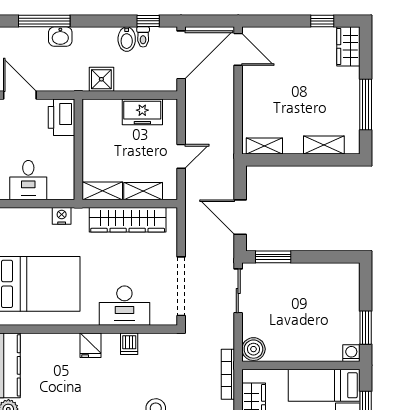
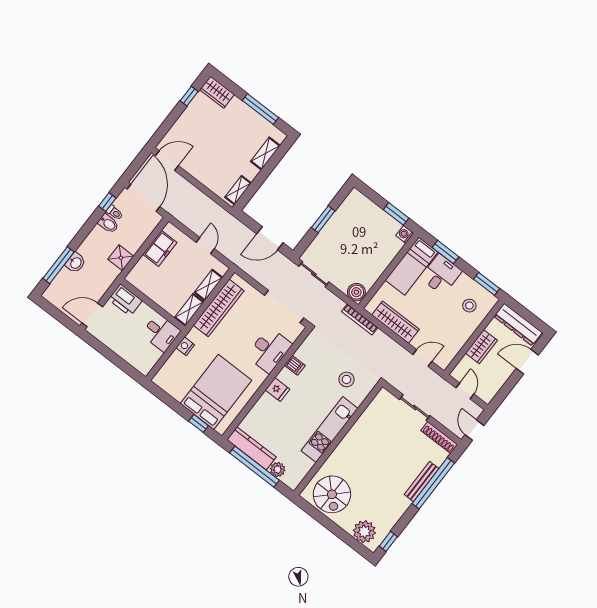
desk: (28, 180) -> (161, 333), moved
window: (273, 257) -> (323, 219), moved

